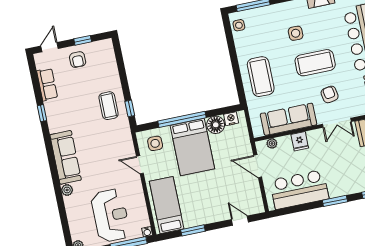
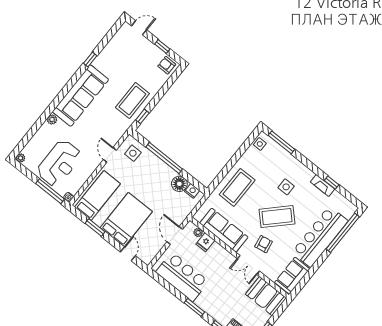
armchair: (78, 60) -> (167, 65), moved, turned 90
coffee table: (315, 63) -> (277, 217), turned -45
row of seats: (47, 84) -> (112, 47), removed
coffee table: (109, 106) -> (132, 100), width x1.36, depth x1.32
fridge: (300, 141) -> (205, 242), moved
bed: (192, 147) -> (126, 220), moved, turned 180
sofa: (66, 157) -> (80, 96), width x1.36, depth x1.27

